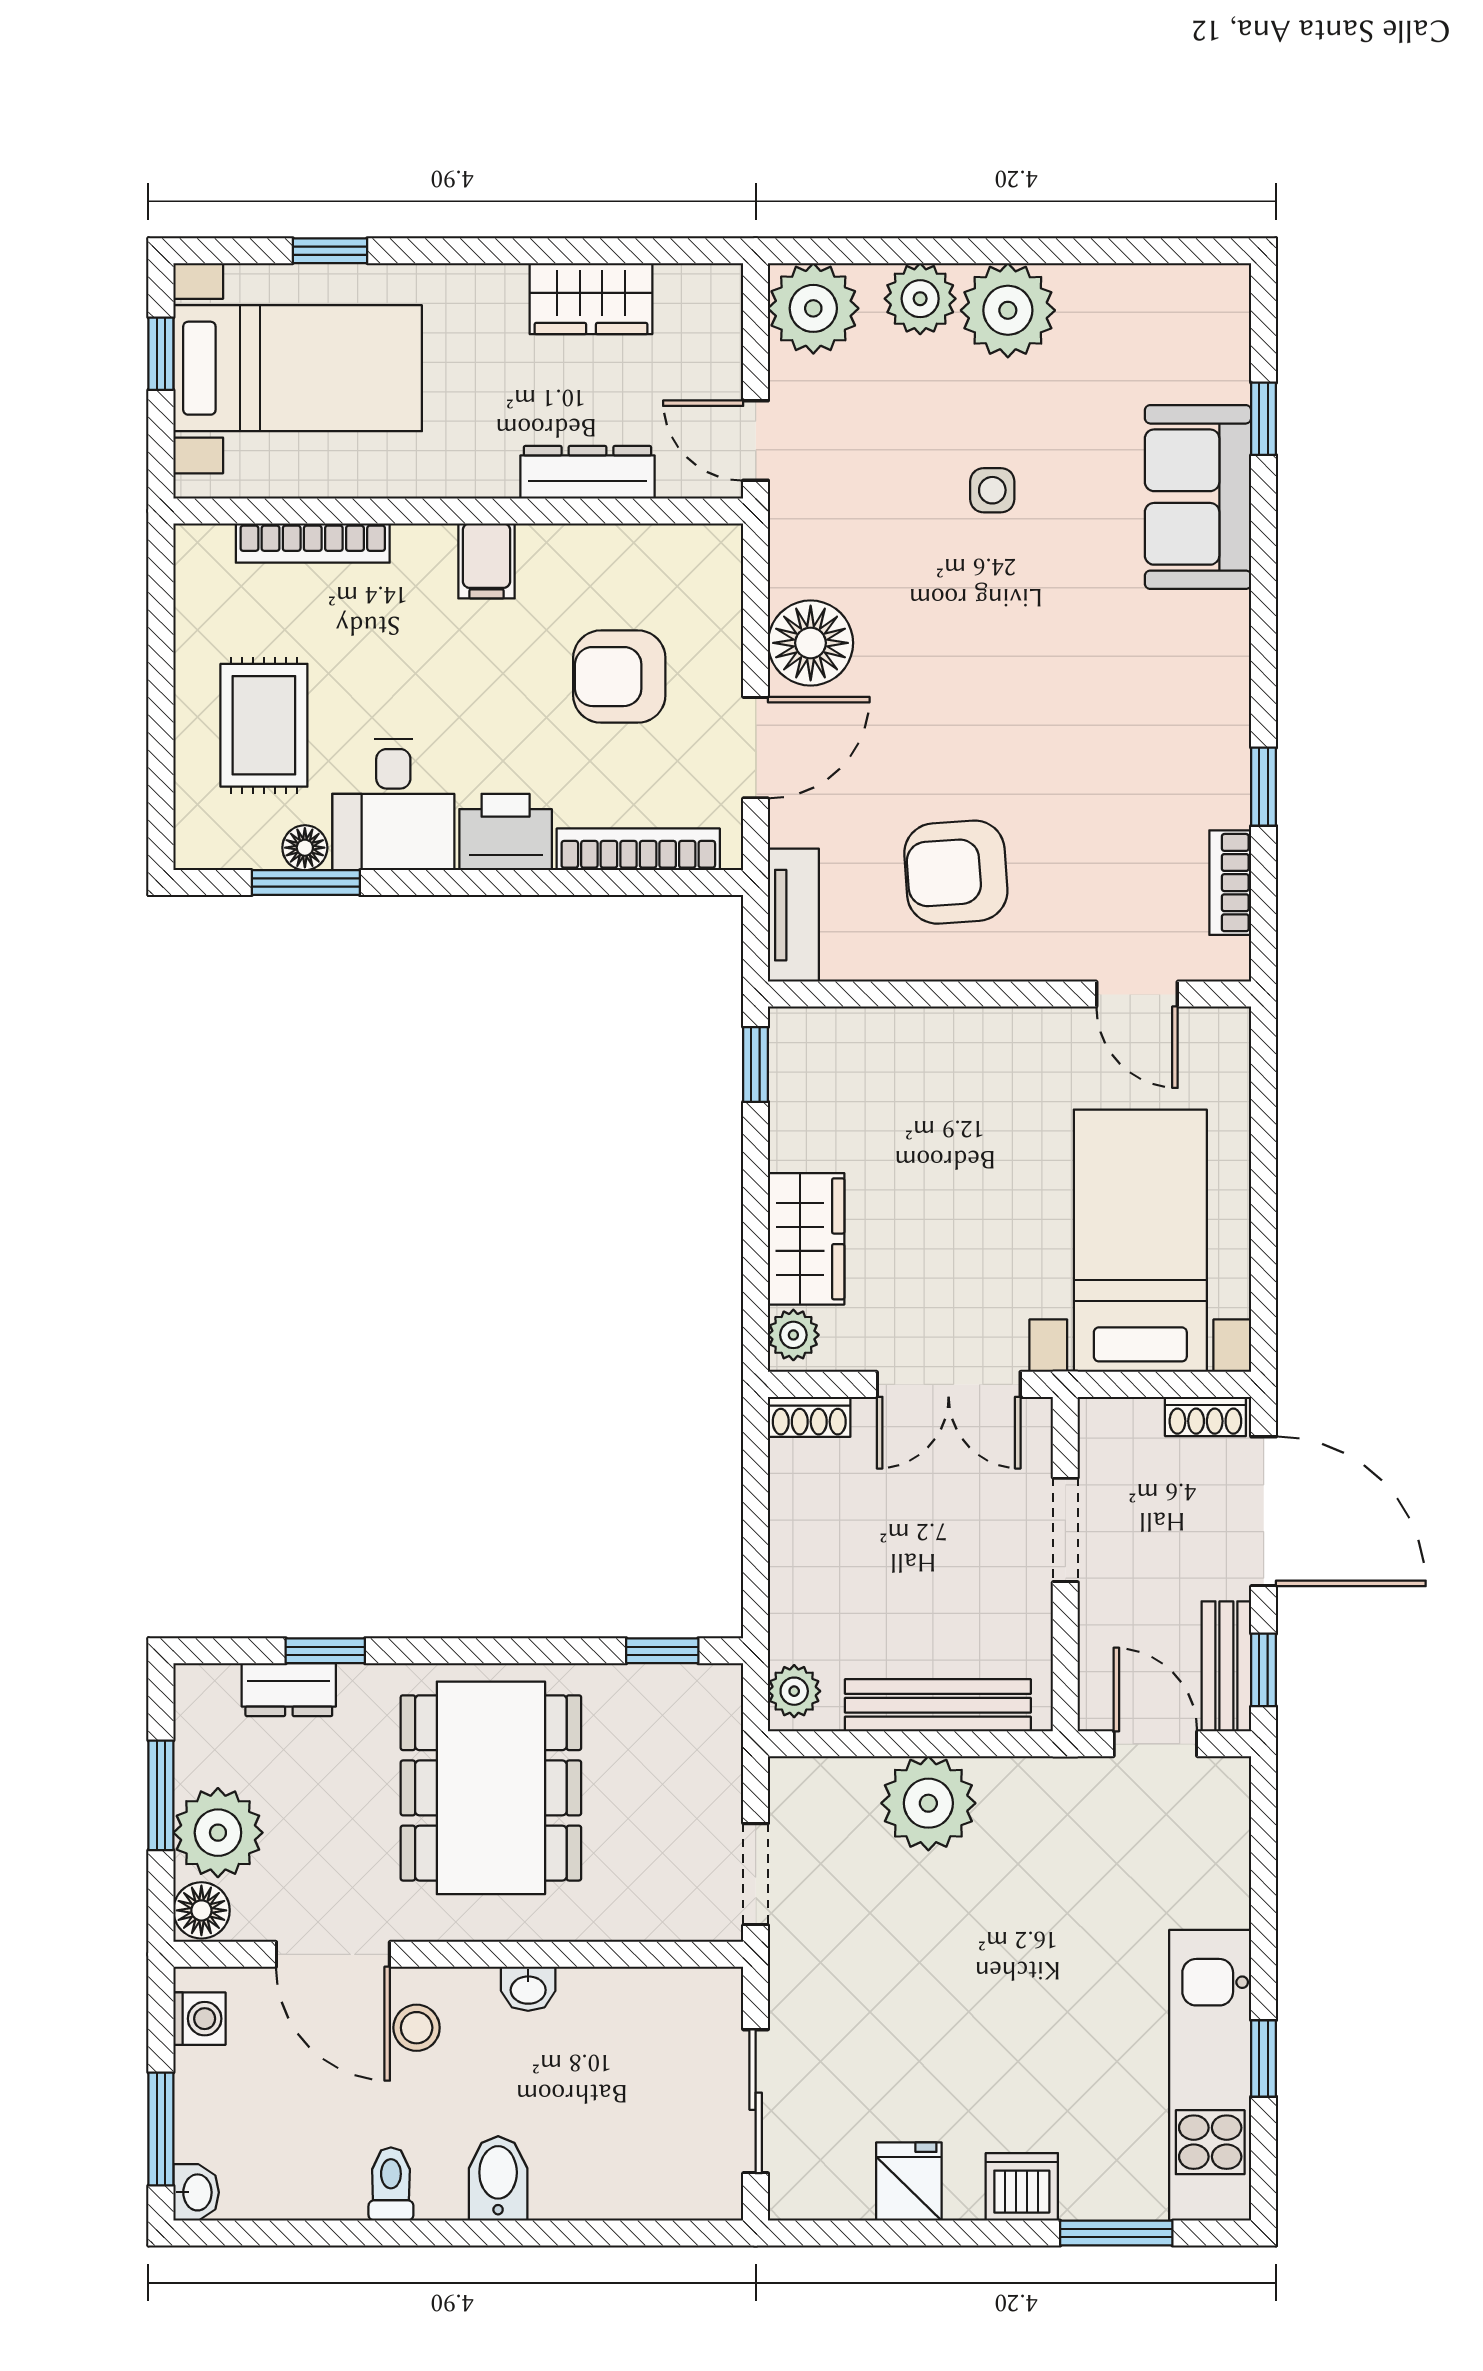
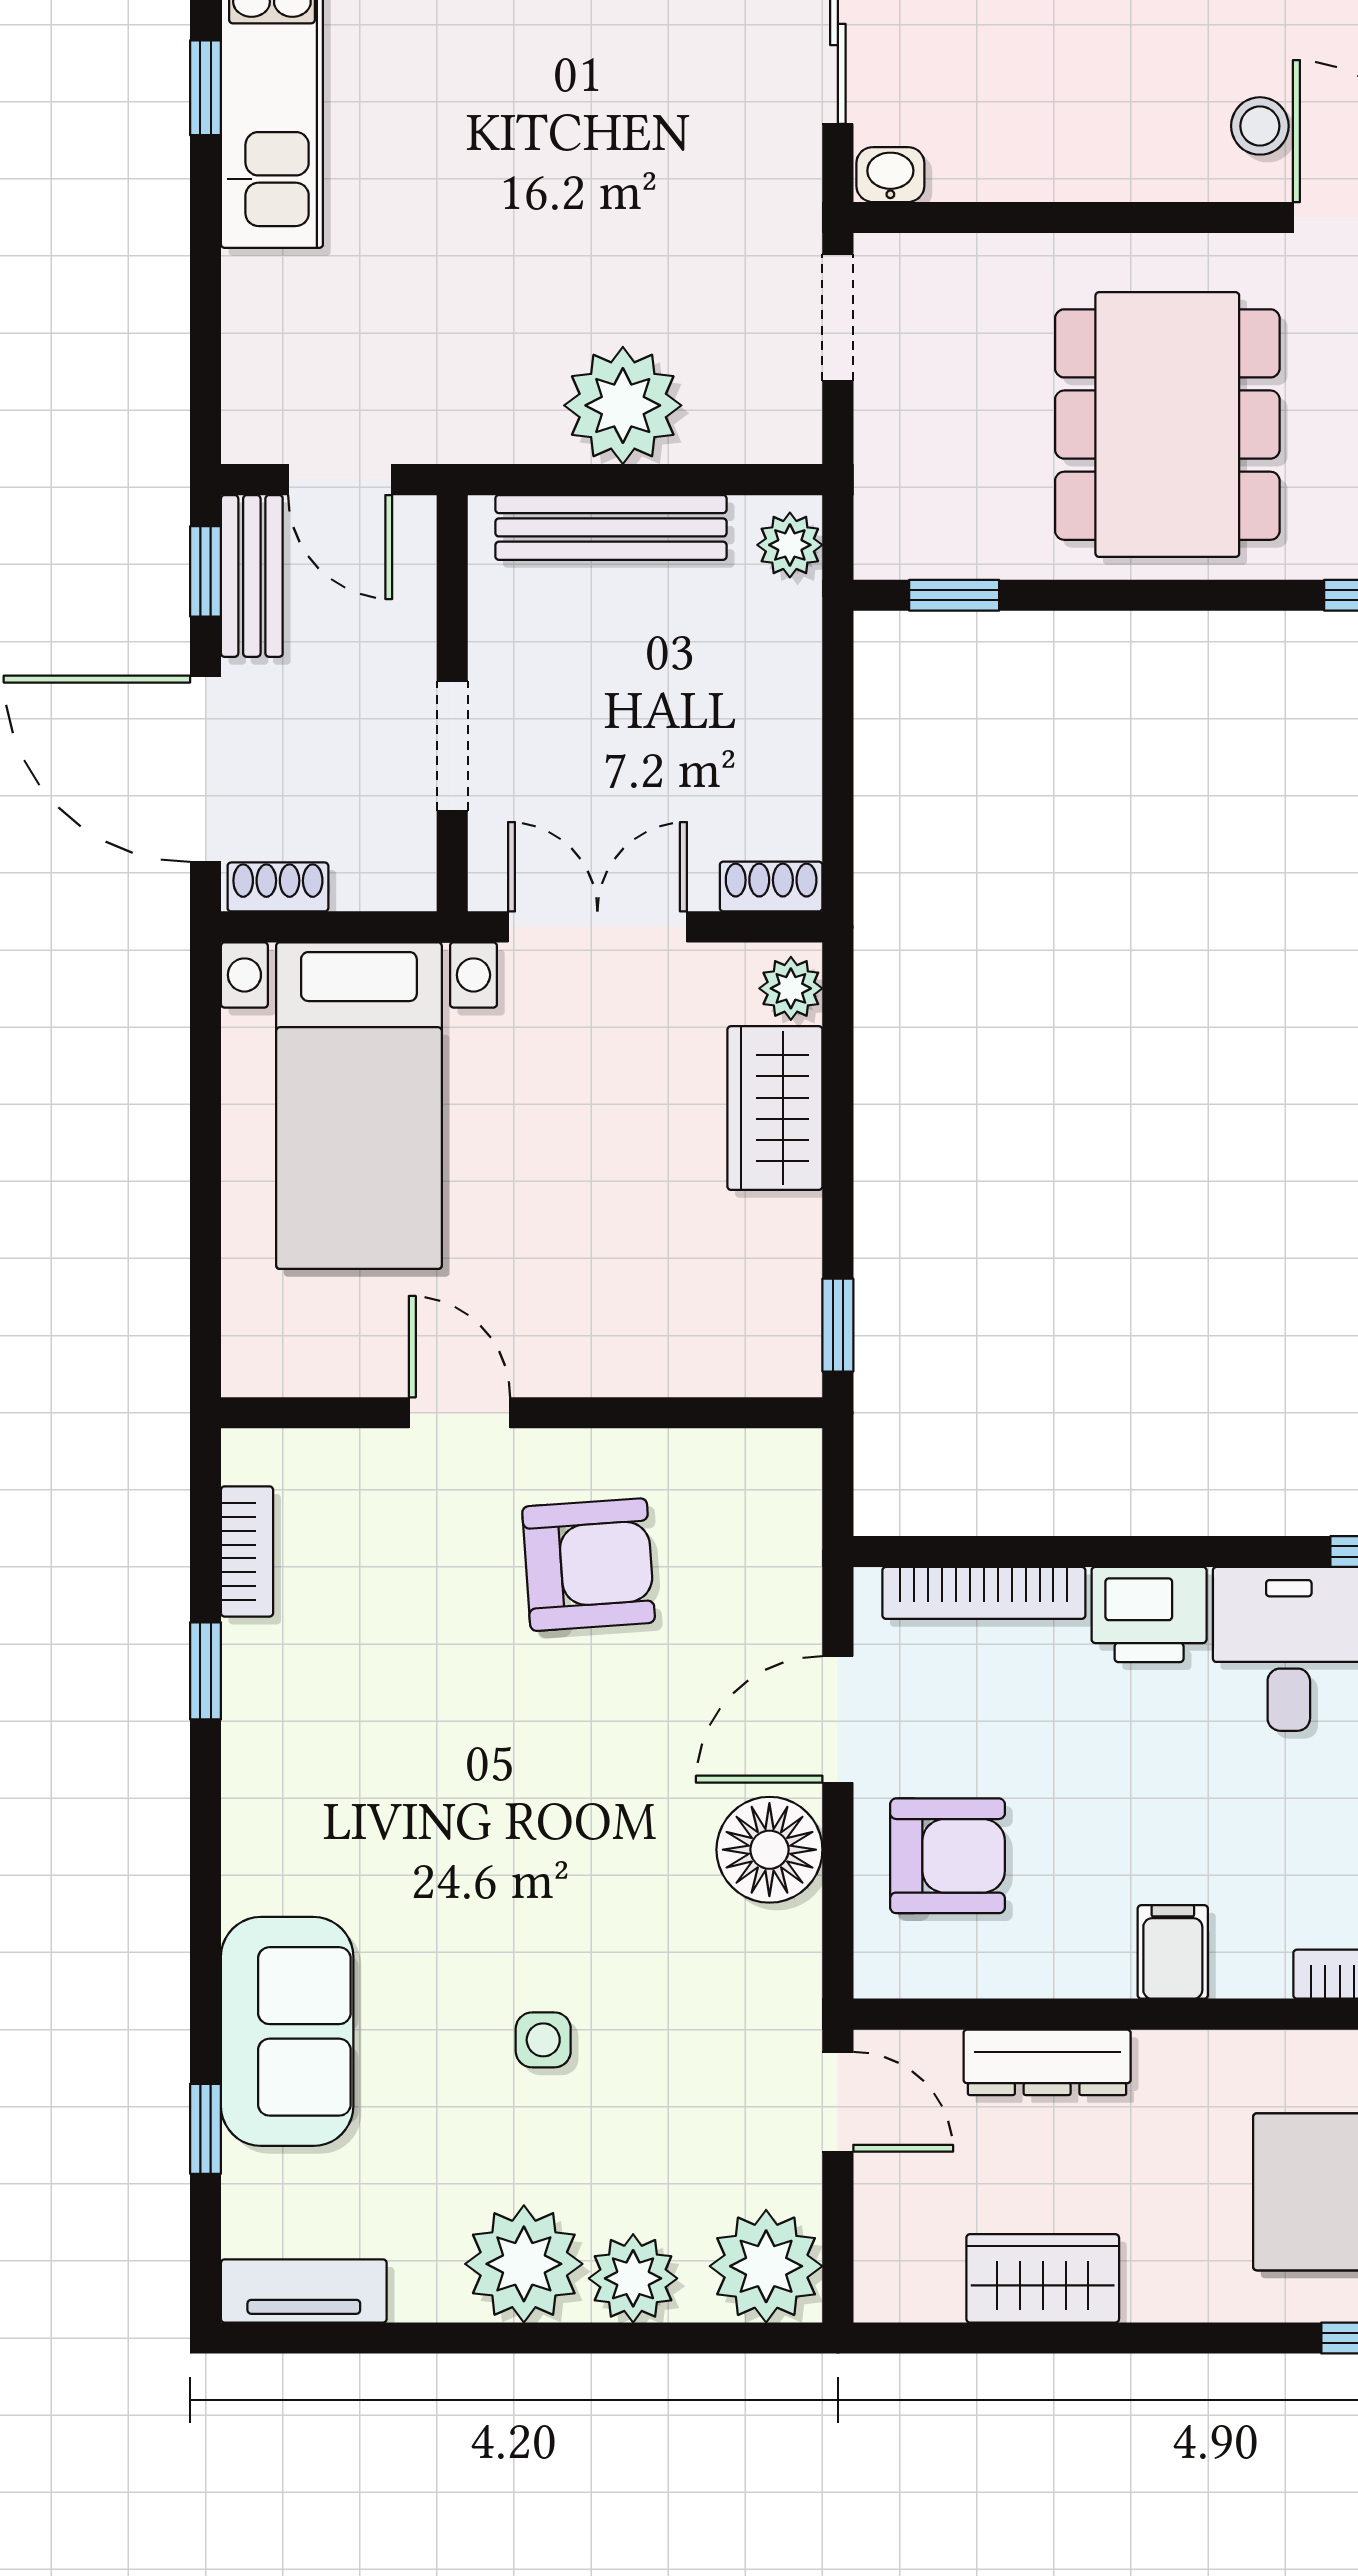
armchair: (619, 677) -> (948, 1856), moved
tv unit: (793, 915) -> (304, 2291), moved, turned 90
door: (1137, 994) -> (460, 1413), moved
washbasin: (528, 1989) -> (890, 175), moved

